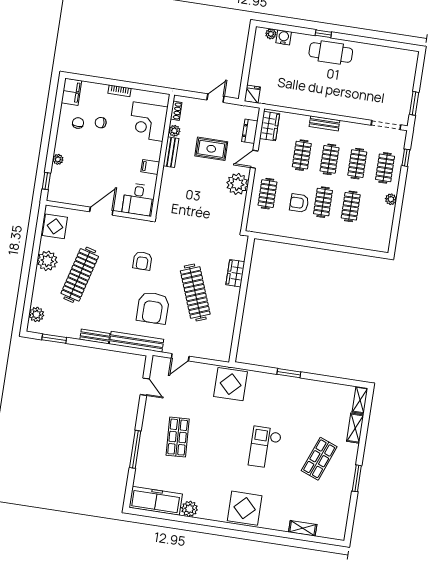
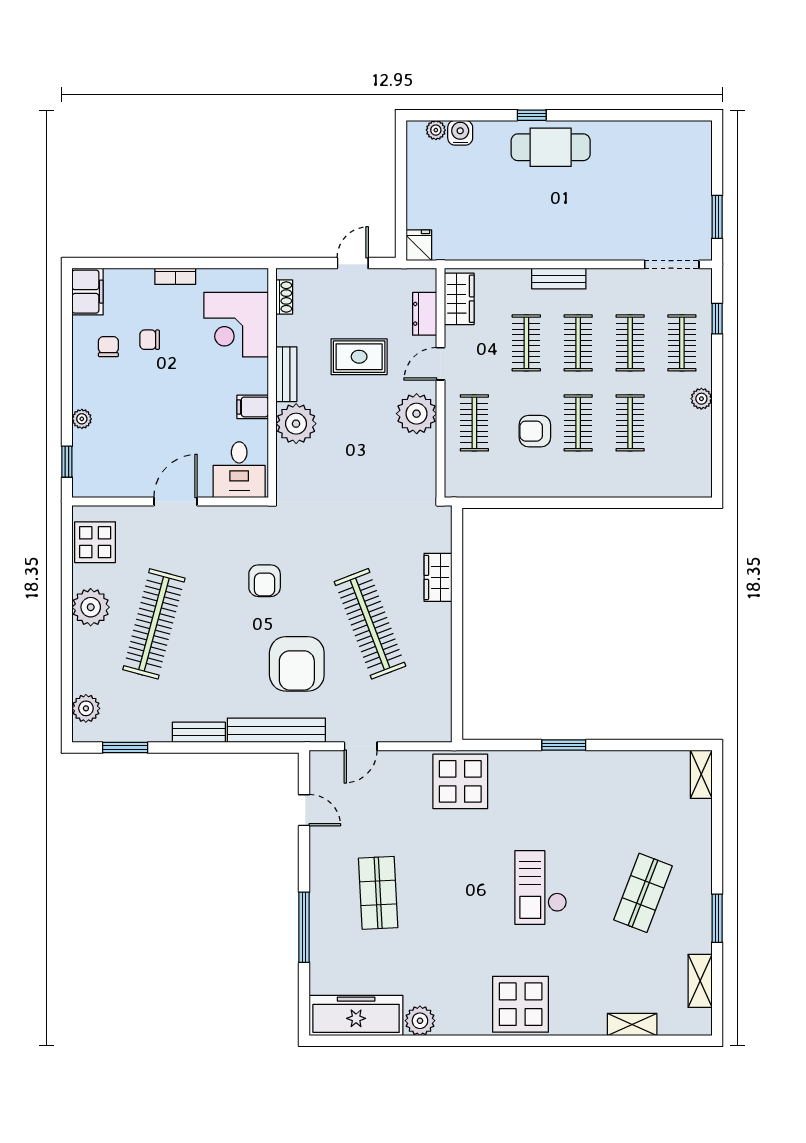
plant: (174, 131) -> (296, 424), moved, width x1.88, depth x1.88
shelving: (355, 428) -> (700, 981), moved

